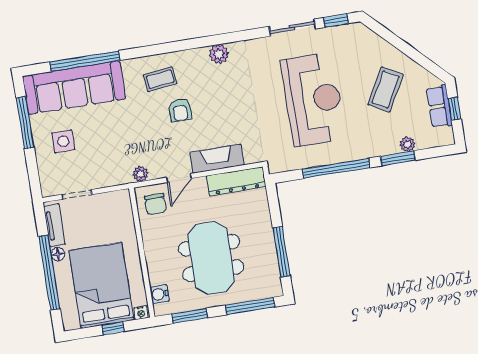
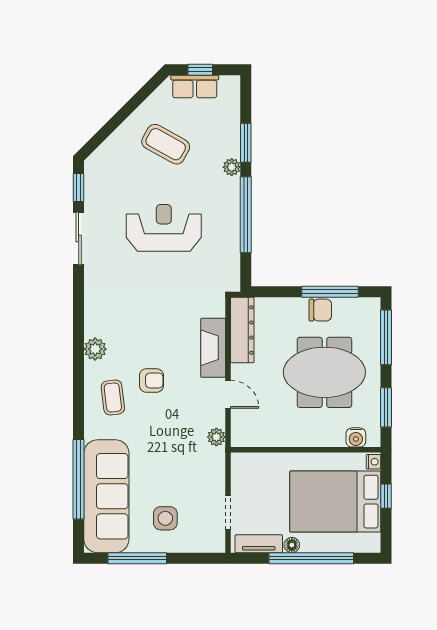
plant: (219, 54) -> (95, 349), moved
reception desk: (313, 99) -> (164, 228), width x0.74, depth x0.77
plant: (407, 144) -> (232, 167), moved
chair: (155, 204) -> (320, 310), moved

